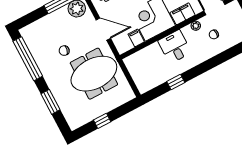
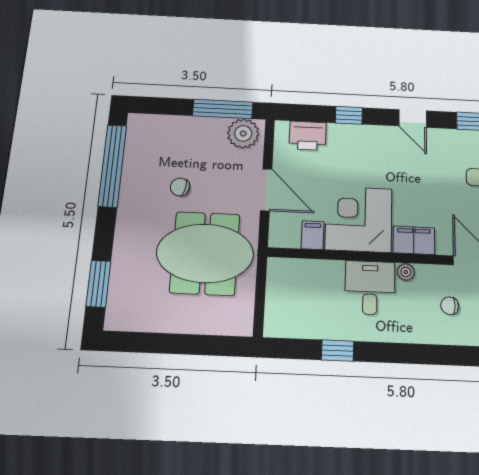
plant: (196, 26) -> (406, 272), moved
window: (51, 102) -> (98, 284), moved
window: (102, 121) -> (167, 343), removed

